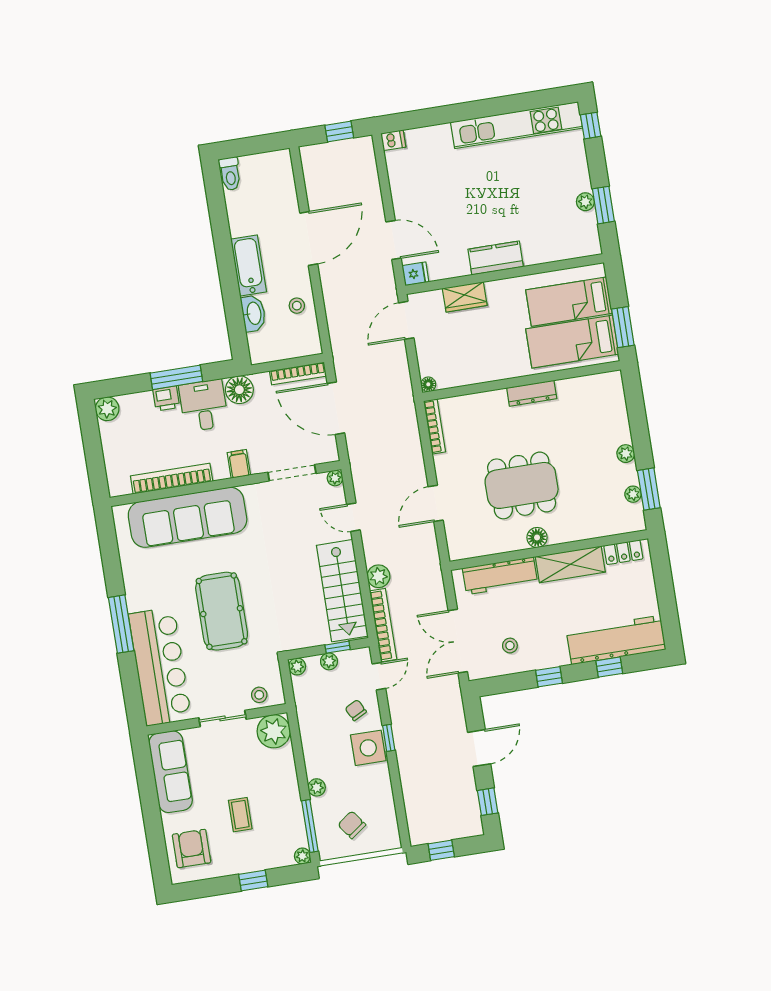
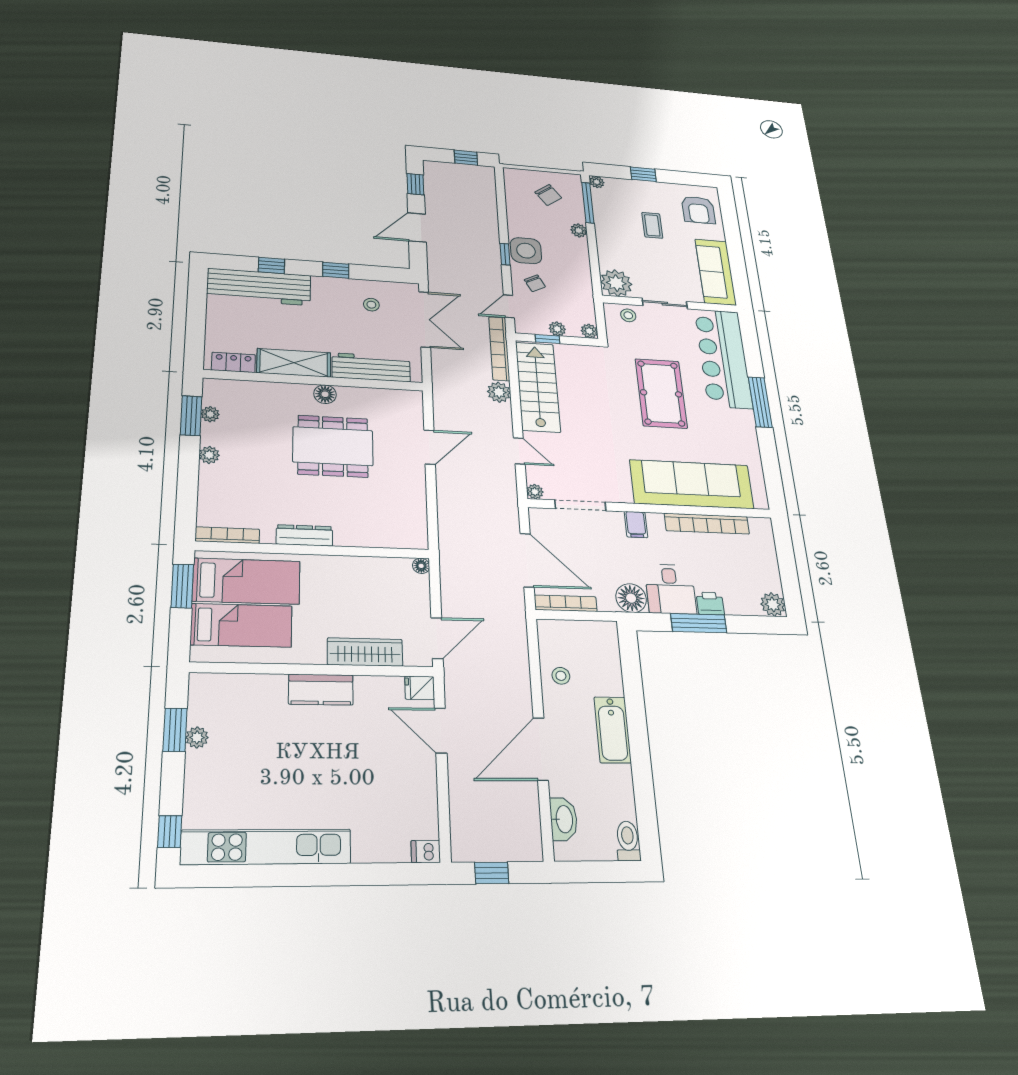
wardrobe: (465, 297) -> (365, 652), width x1.50
washbasin: (253, 313) -> (564, 819), moved, turned 180
bookcase: (435, 426) -> (227, 535), moved, turned 90

